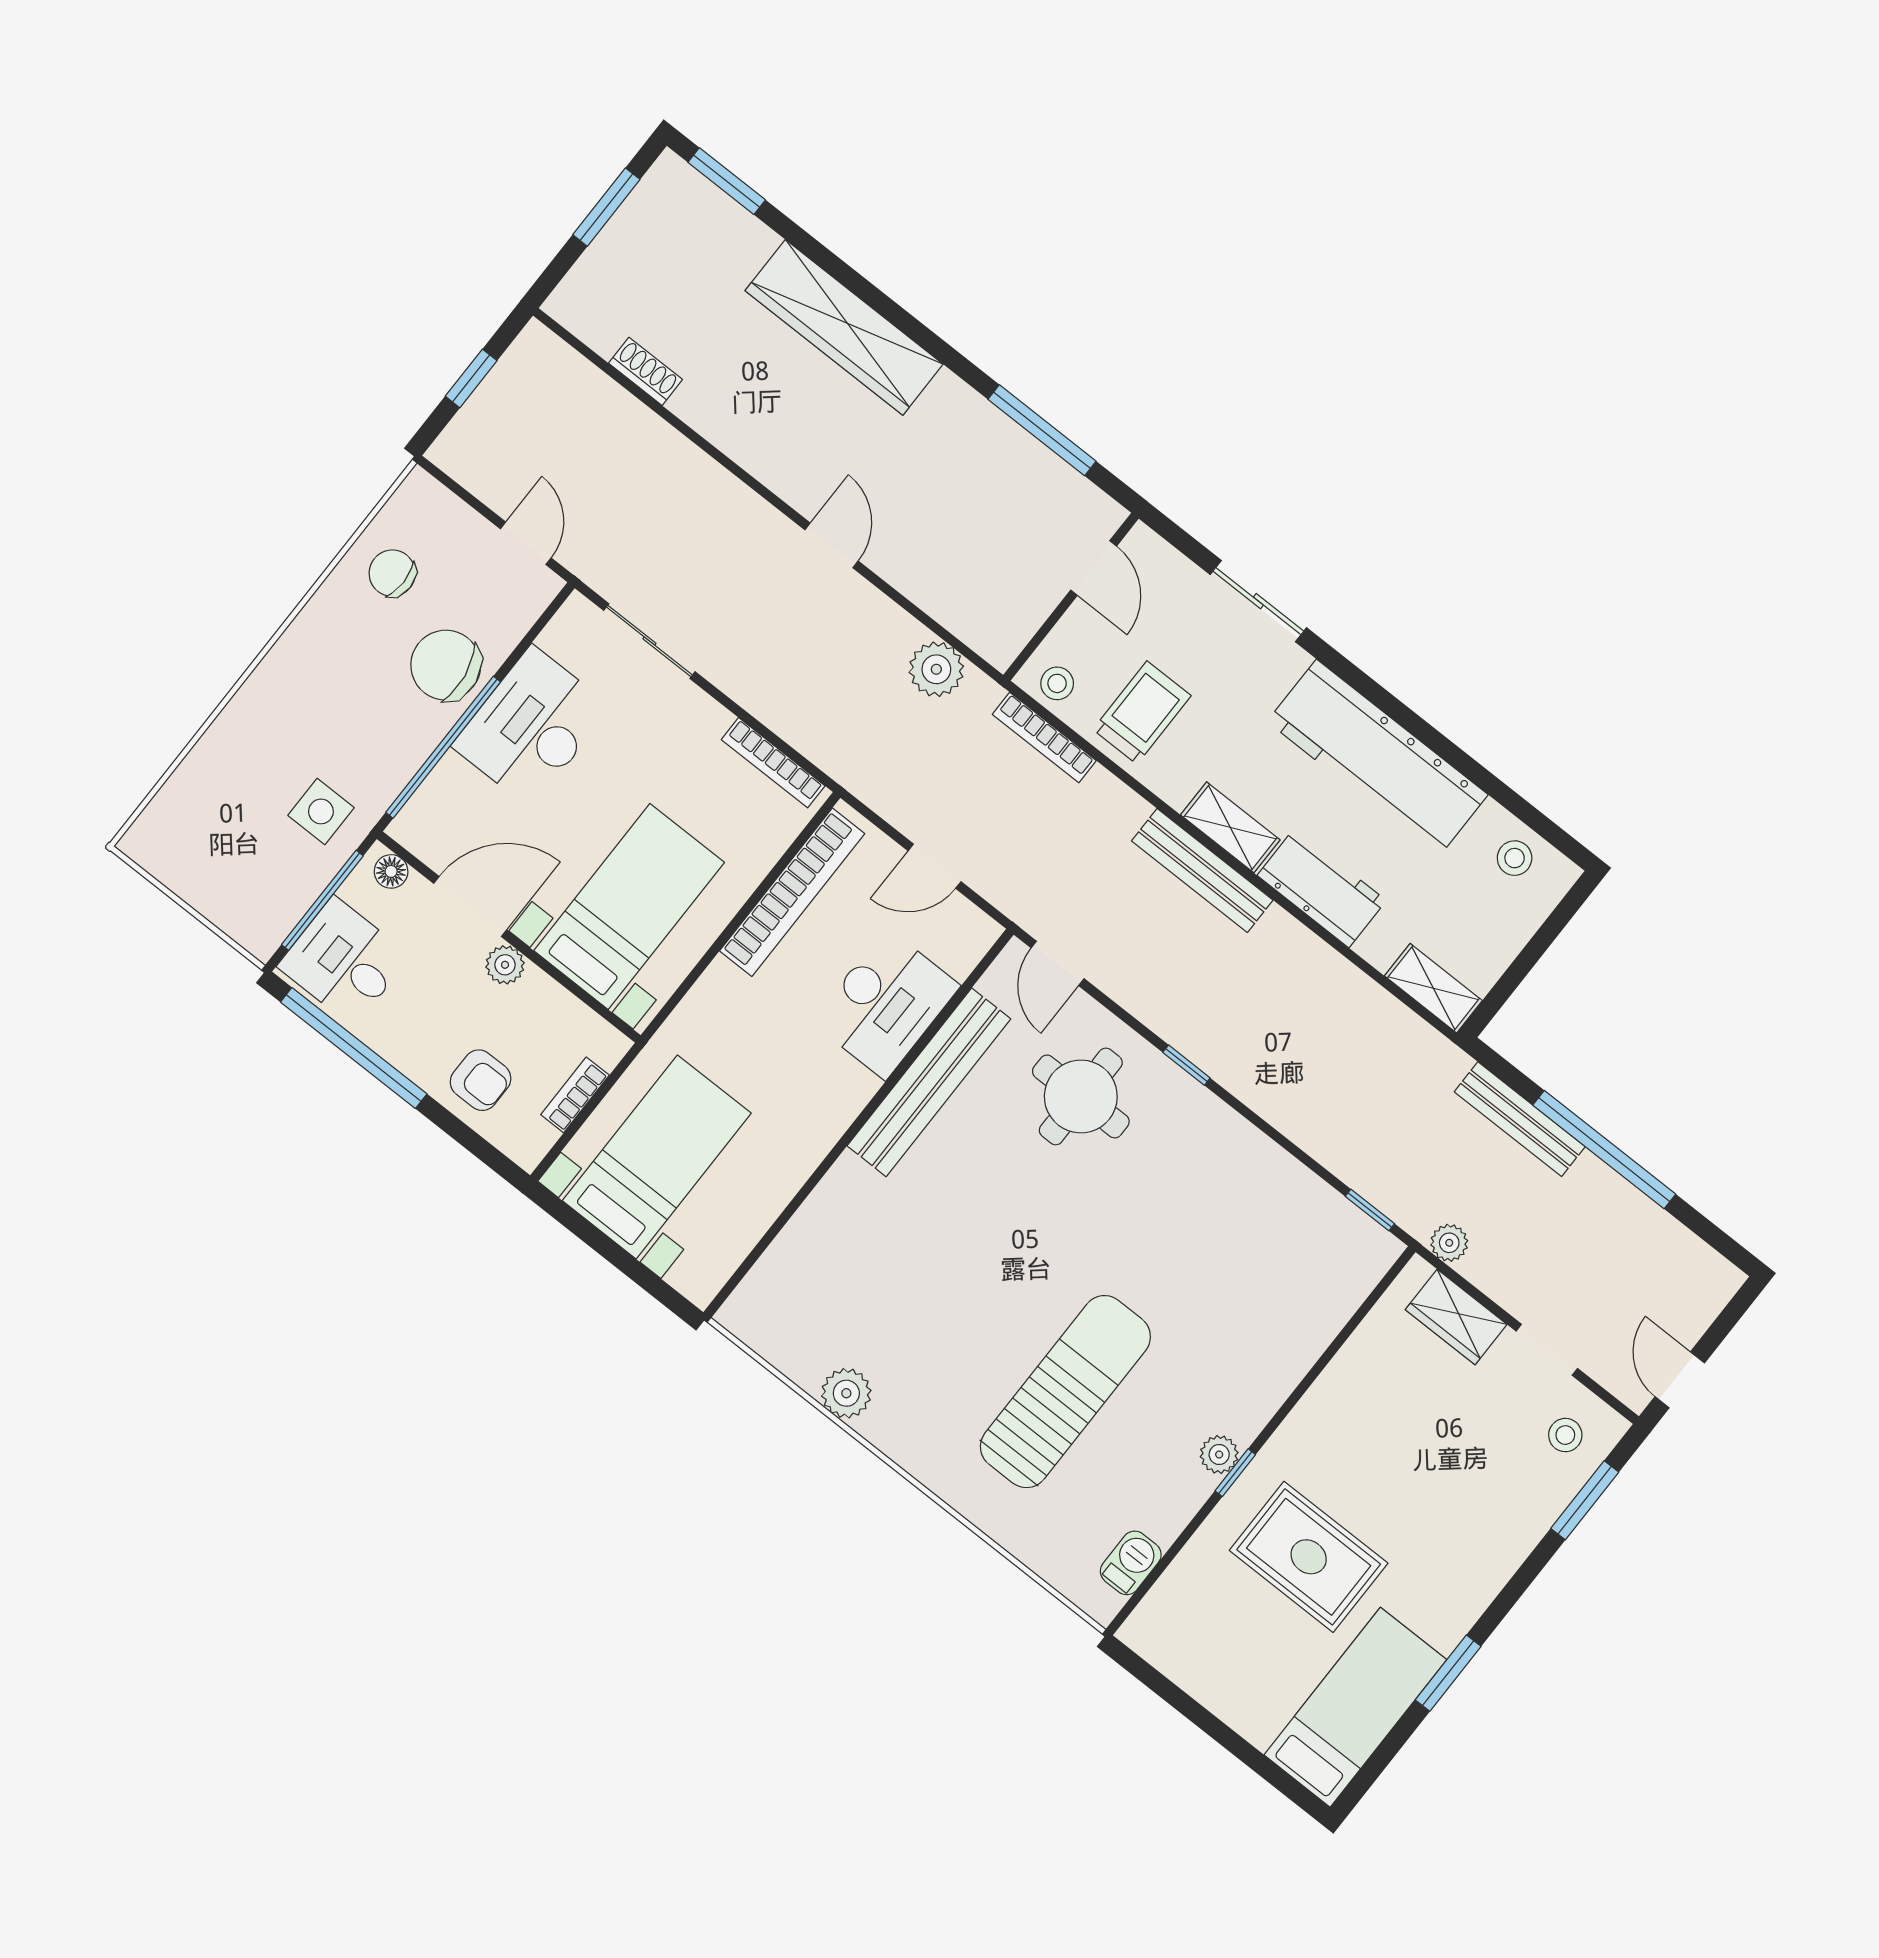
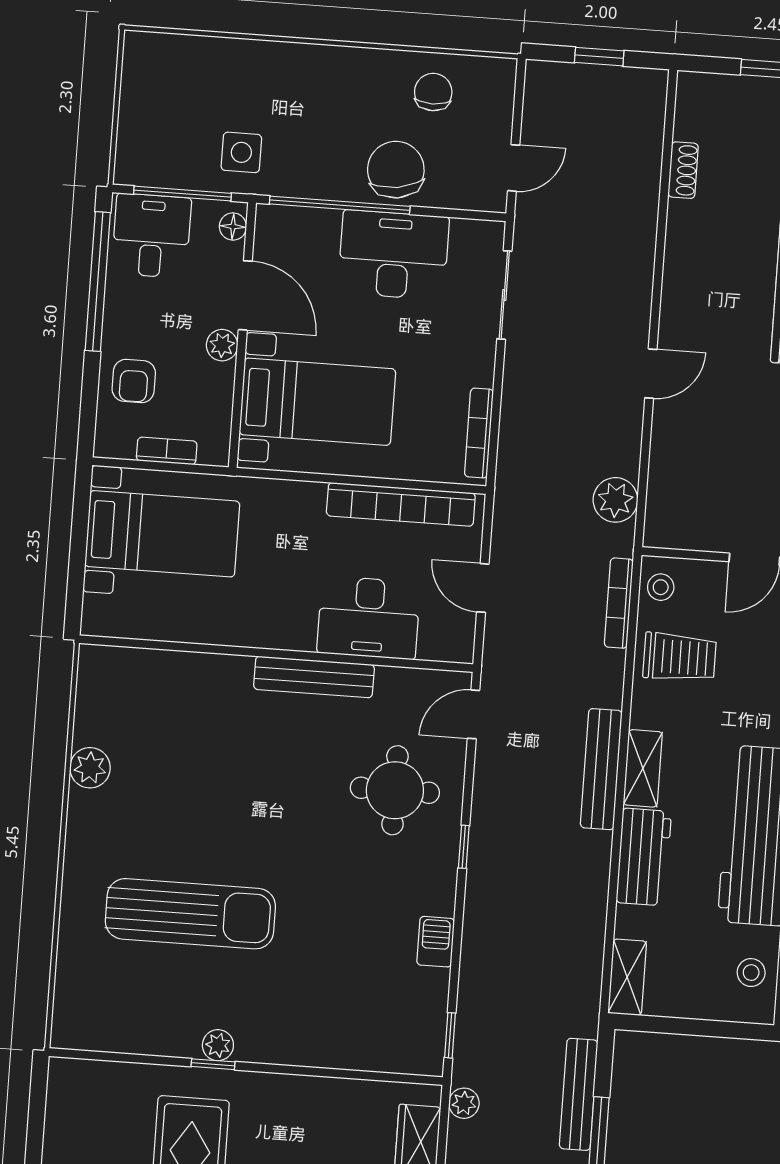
bench: (929, 1082) -> (314, 677), width x0.73, depth x0.82
barbecue: (1131, 1563) -> (436, 942), moved, turned -90

